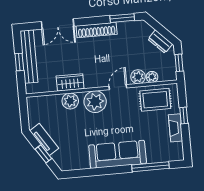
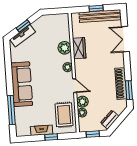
shoe rack: (97, 30) -> (121, 84), moved
plant: (95, 102) -> (68, 67), width x0.53, depth x0.53
tv unit: (44, 139) -> (23, 36), moved

